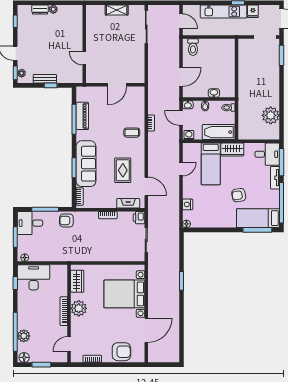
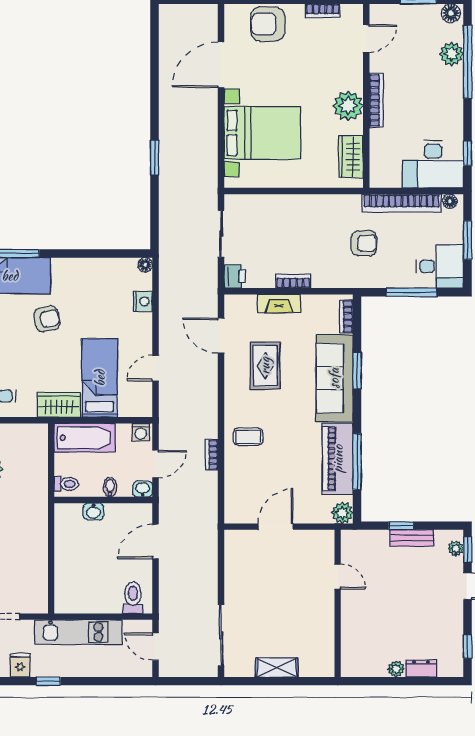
kitchen unit: (224, 11) -> (78, 632), moved, turned 180
plant: (82, 92) -> (342, 513), added
piano: (82, 116) -> (338, 459), width x1.37, depth x1.33
door: (181, 118) -> (155, 464), hinge flipped
fireplace: (128, 203) -> (279, 304), moved
armchair: (66, 220) -> (364, 243), moved
bookcase: (50, 257) -> (402, 203), added

